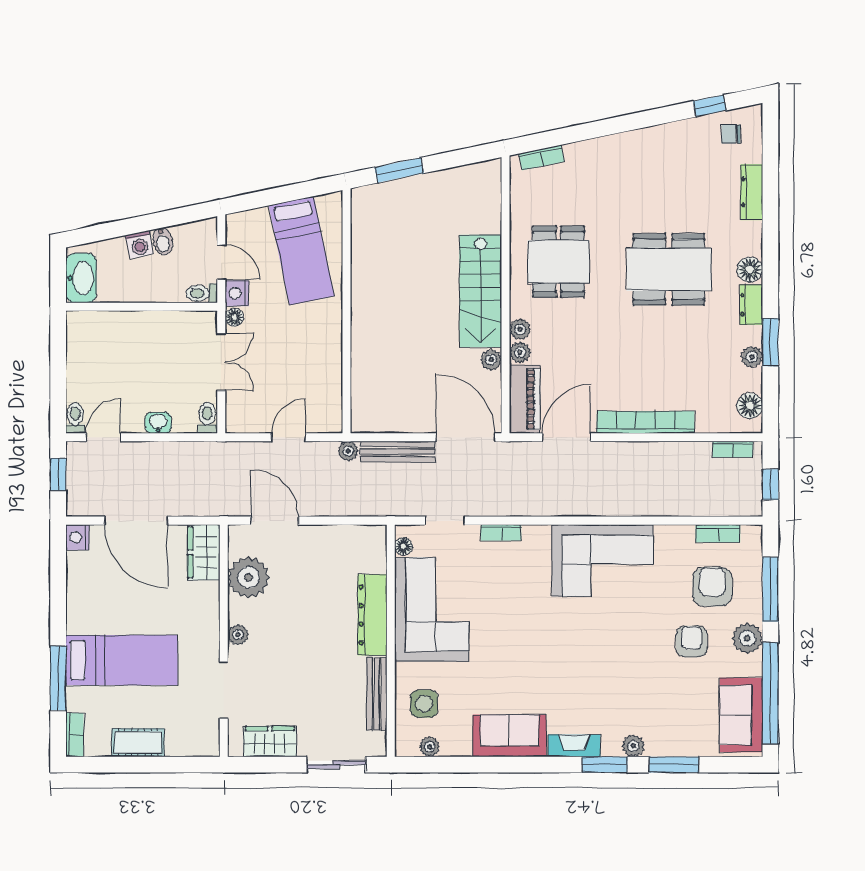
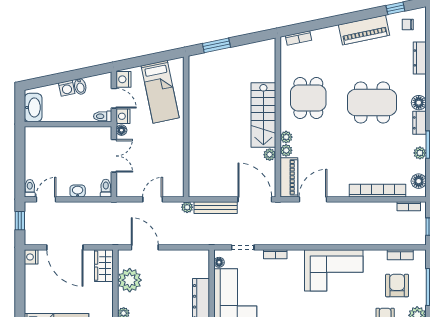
piano: (655, 144) -> (364, 30), added
nightstand: (238, 229) -> (124, 79), added
bookcase: (646, 422) -> (378, 191), moved

